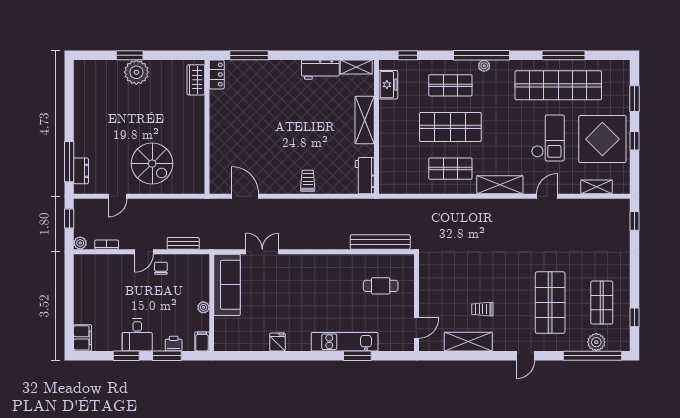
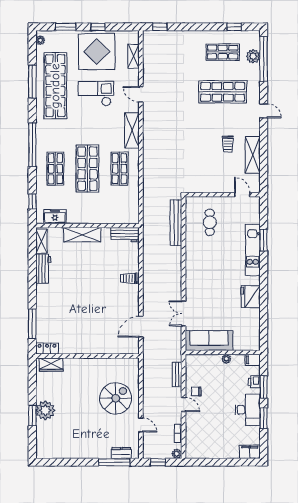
plant: (484, 66) -> (40, 40), moved
desk: (137, 335) -> (248, 410), width x1.37
fridge: (277, 342) -> (251, 297), width x1.88, depth x1.34

